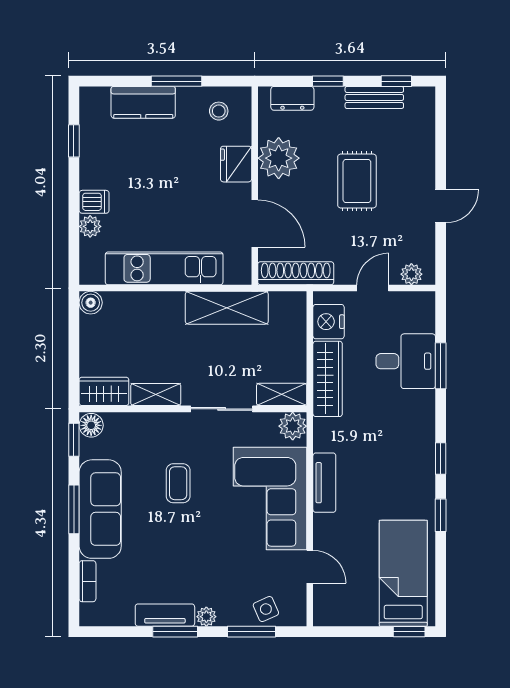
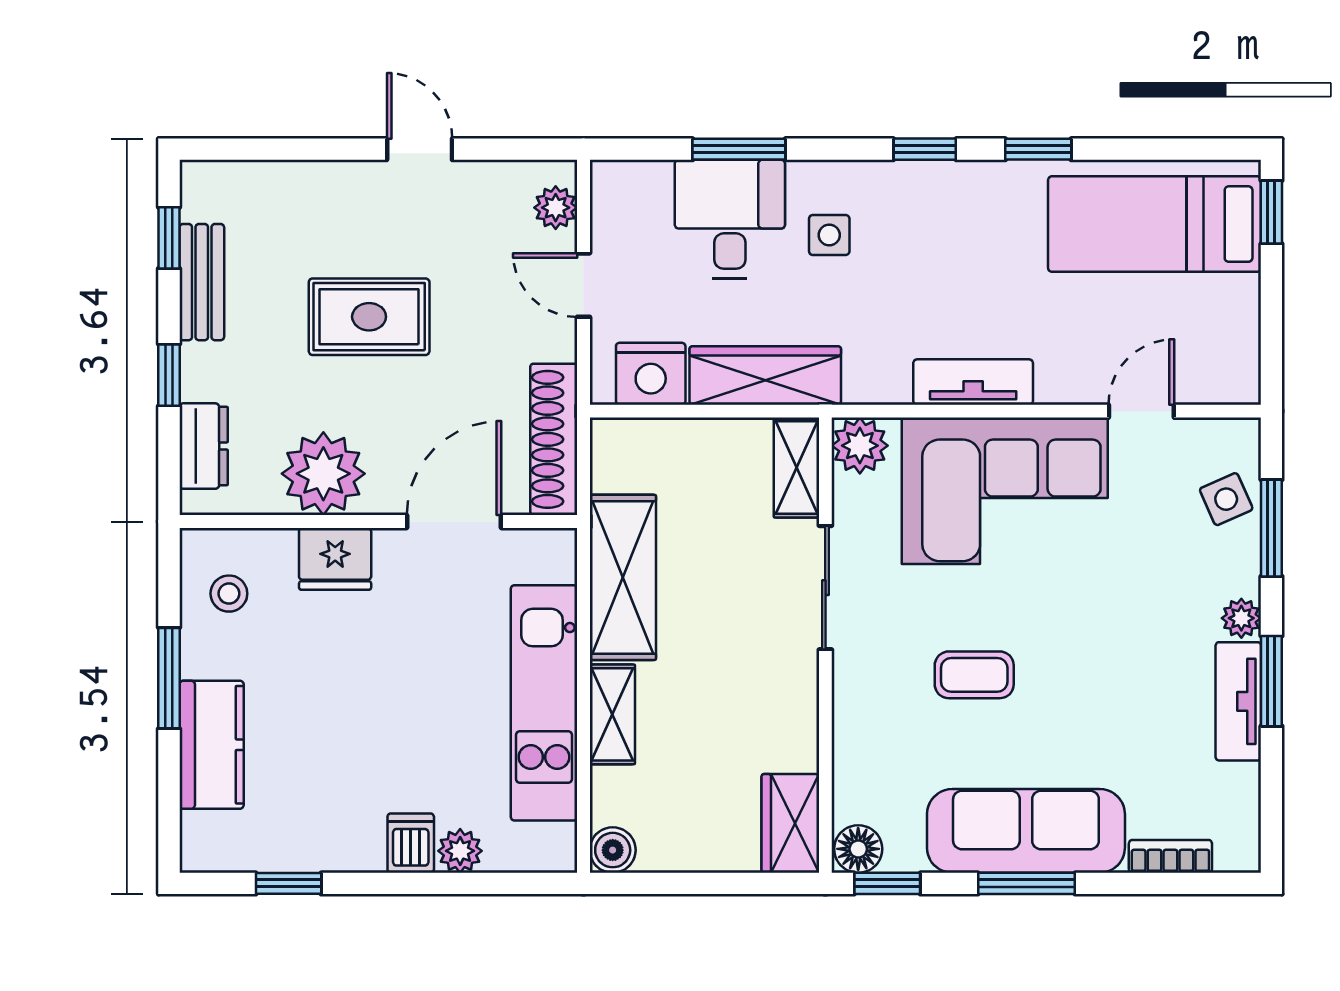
shelving: (156, 395) -> (612, 714), moved
side table: (398, 411) -> (829, 235), added

